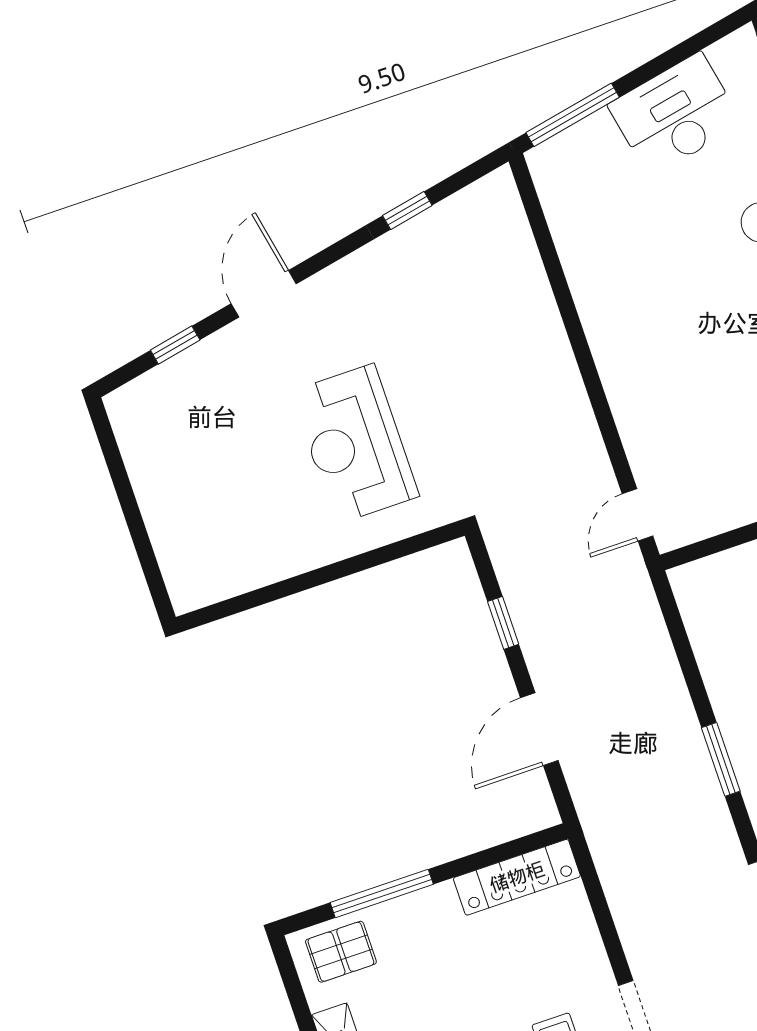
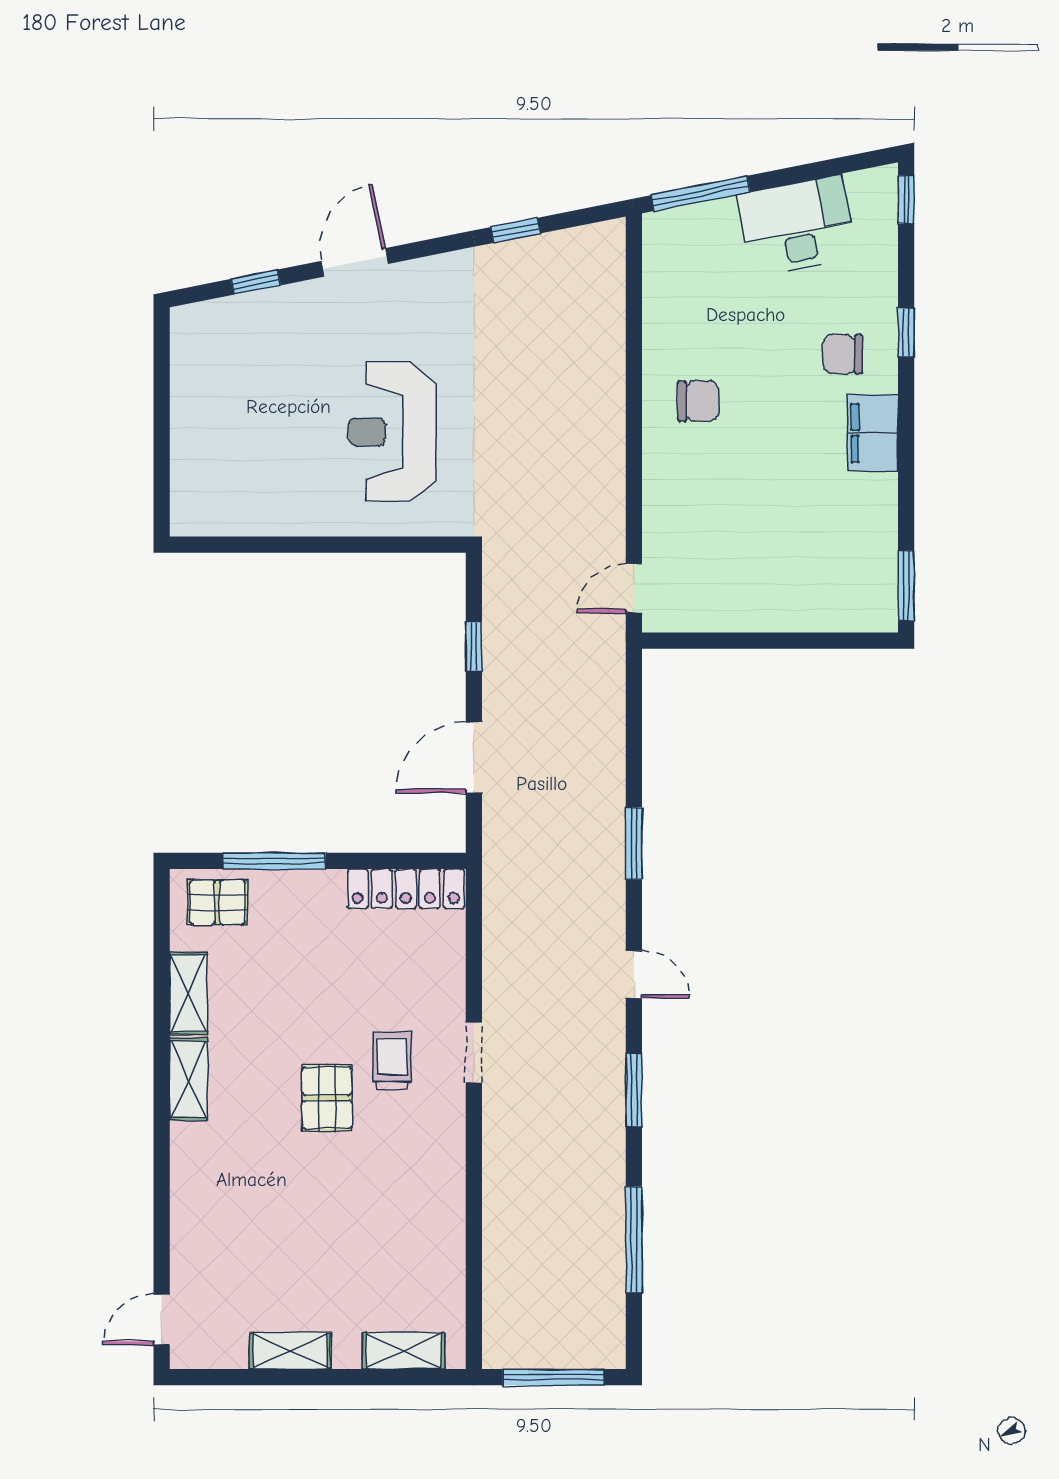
chair: (638, 315) -> (698, 401), added

